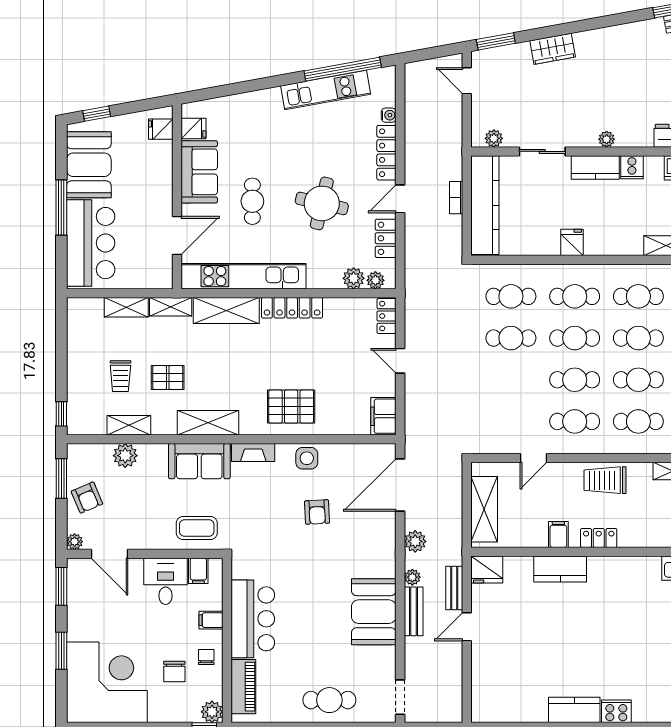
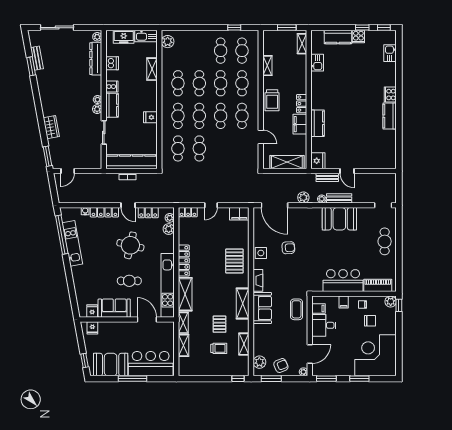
plant: (494, 138) -> (97, 109), moved
plant: (125, 456) -> (259, 362), moved
filing cabinet: (558, 535) -> (300, 124), width x2.00

